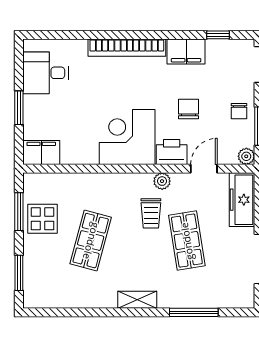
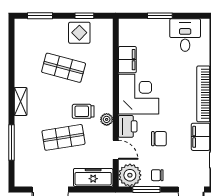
filing cabinet: (41, 152) -> (127, 60), moved
plant: (246, 156) -> (130, 175), width x1.87, depth x1.87
window: (19, 212) -> (84, 16), width x0.67

